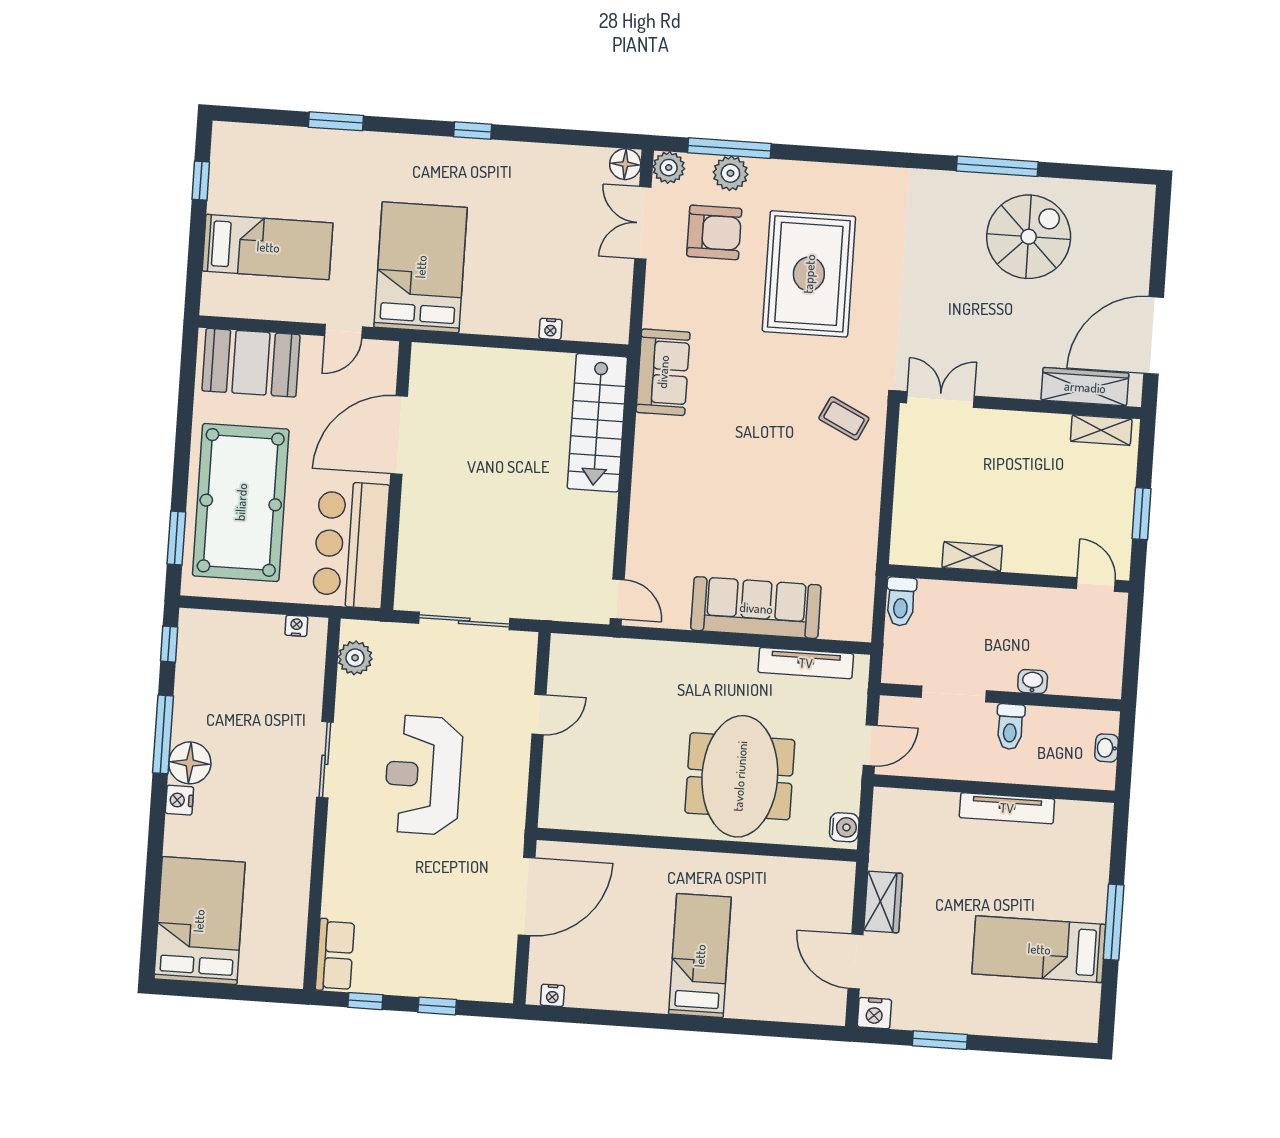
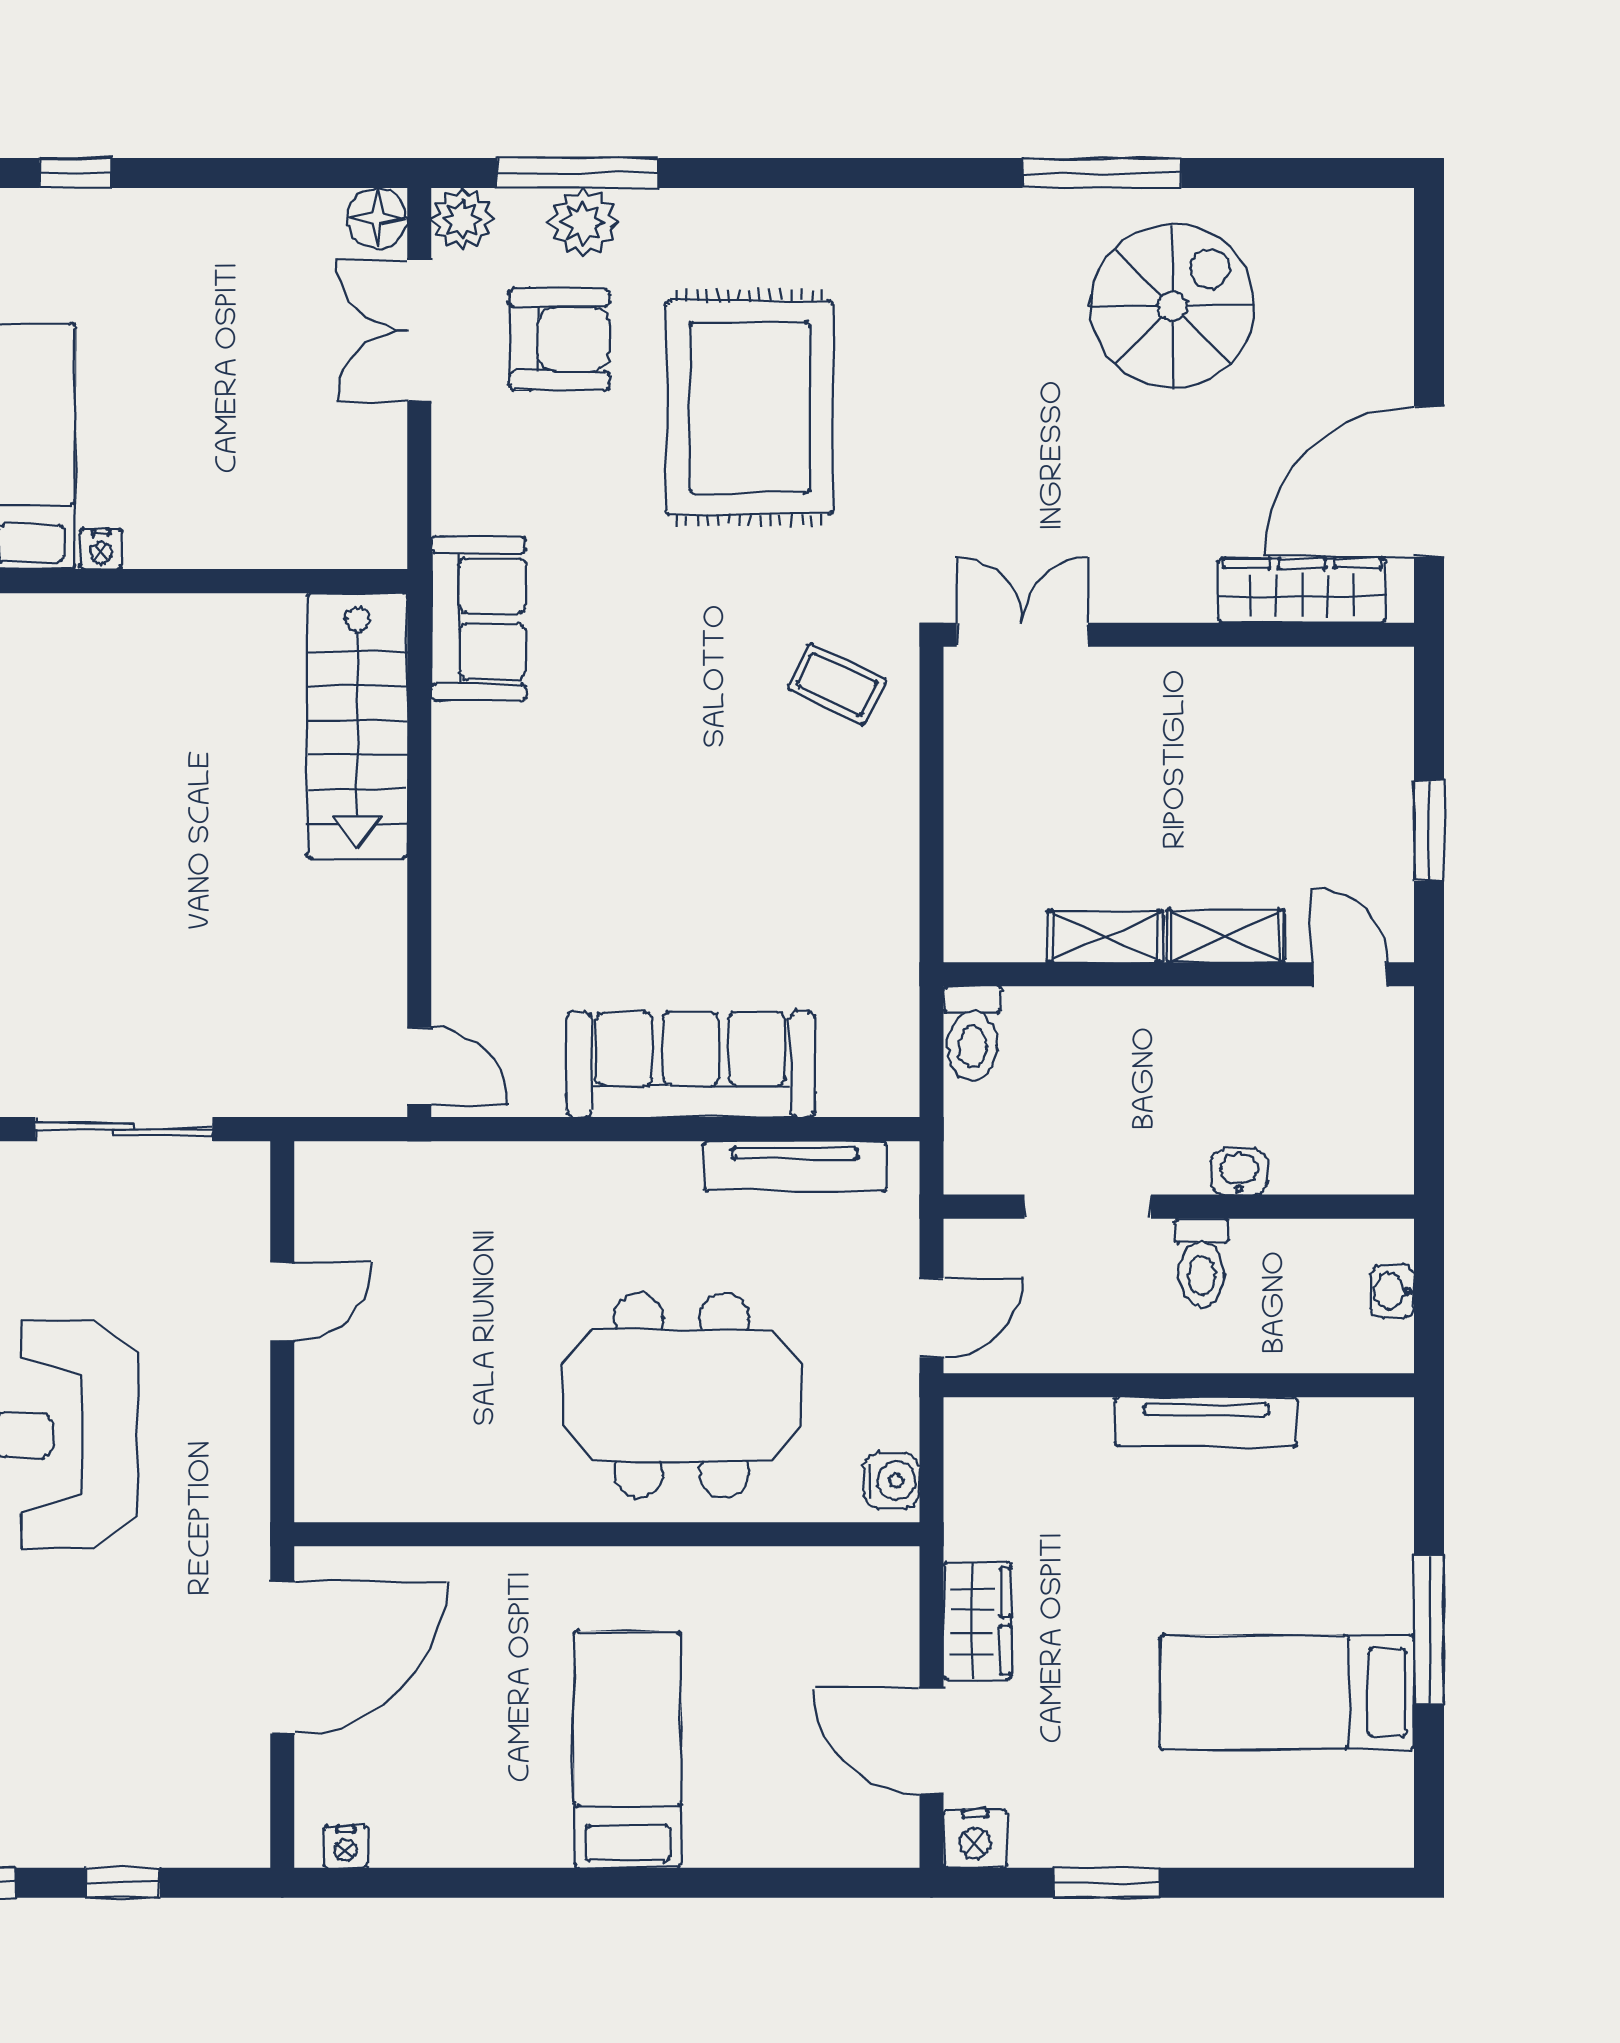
nightstand: (550, 329) -> (101, 549), moved
shelving: (1101, 430) -> (1225, 936), moved
meeting table: (740, 776) -> (682, 1395), turned 90

